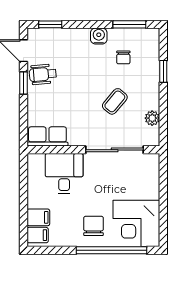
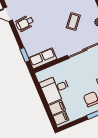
window: (23, 83) -> (25, 55), moved
desk: (64, 174) -> (55, 89), moved, turned -90

